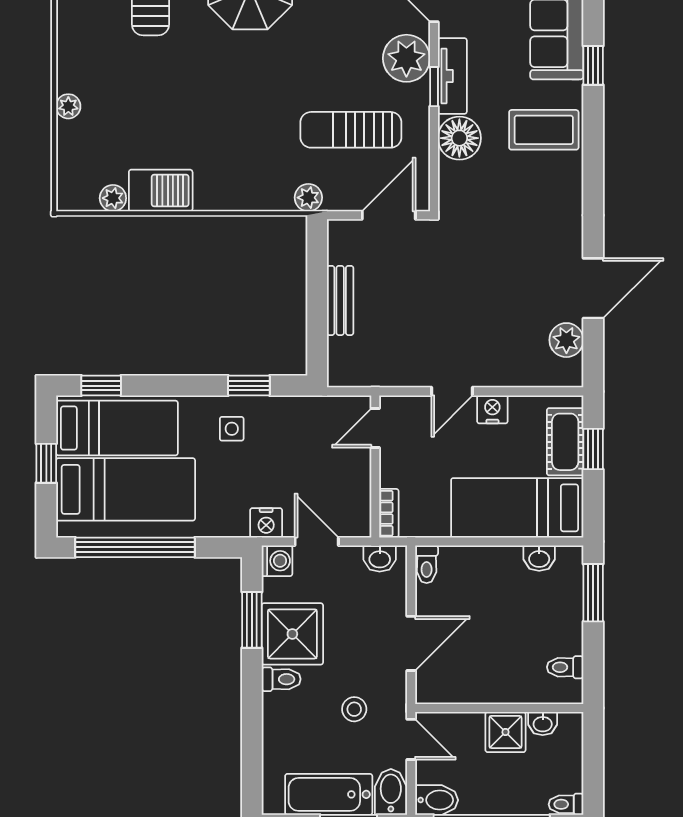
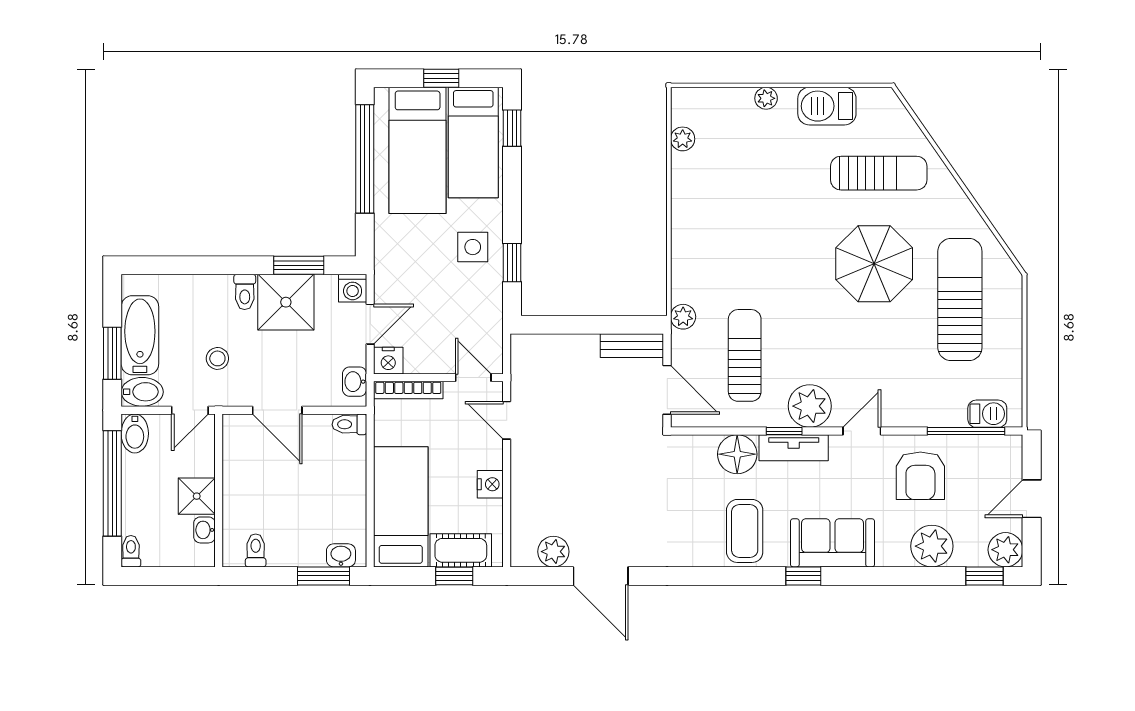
barbecue: (161, 190) -> (827, 106), moved, turned 90
bench: (340, 300) -> (632, 346), moved
door: (452, 391) -> (507, 420), moved
side table: (232, 429) -> (473, 247), width x1.37, depth x1.37
bookcase: (389, 513) -> (408, 390), width x1.56
nightstand: (266, 523) -> (388, 361), moved, turned -90
washbasin: (539, 558) -> (341, 555), moved, turned 90

